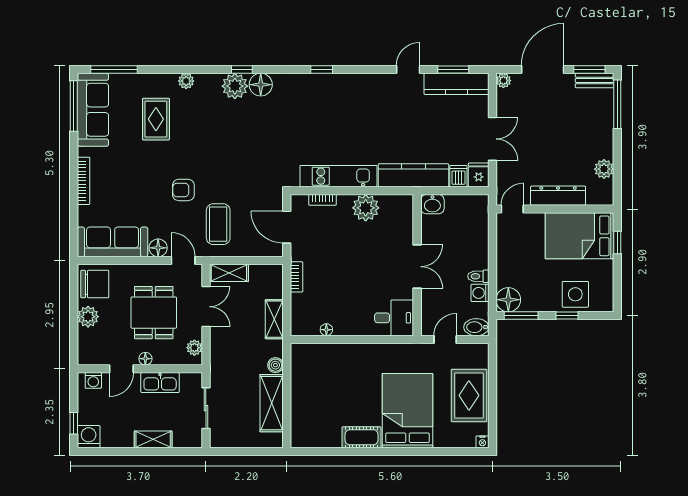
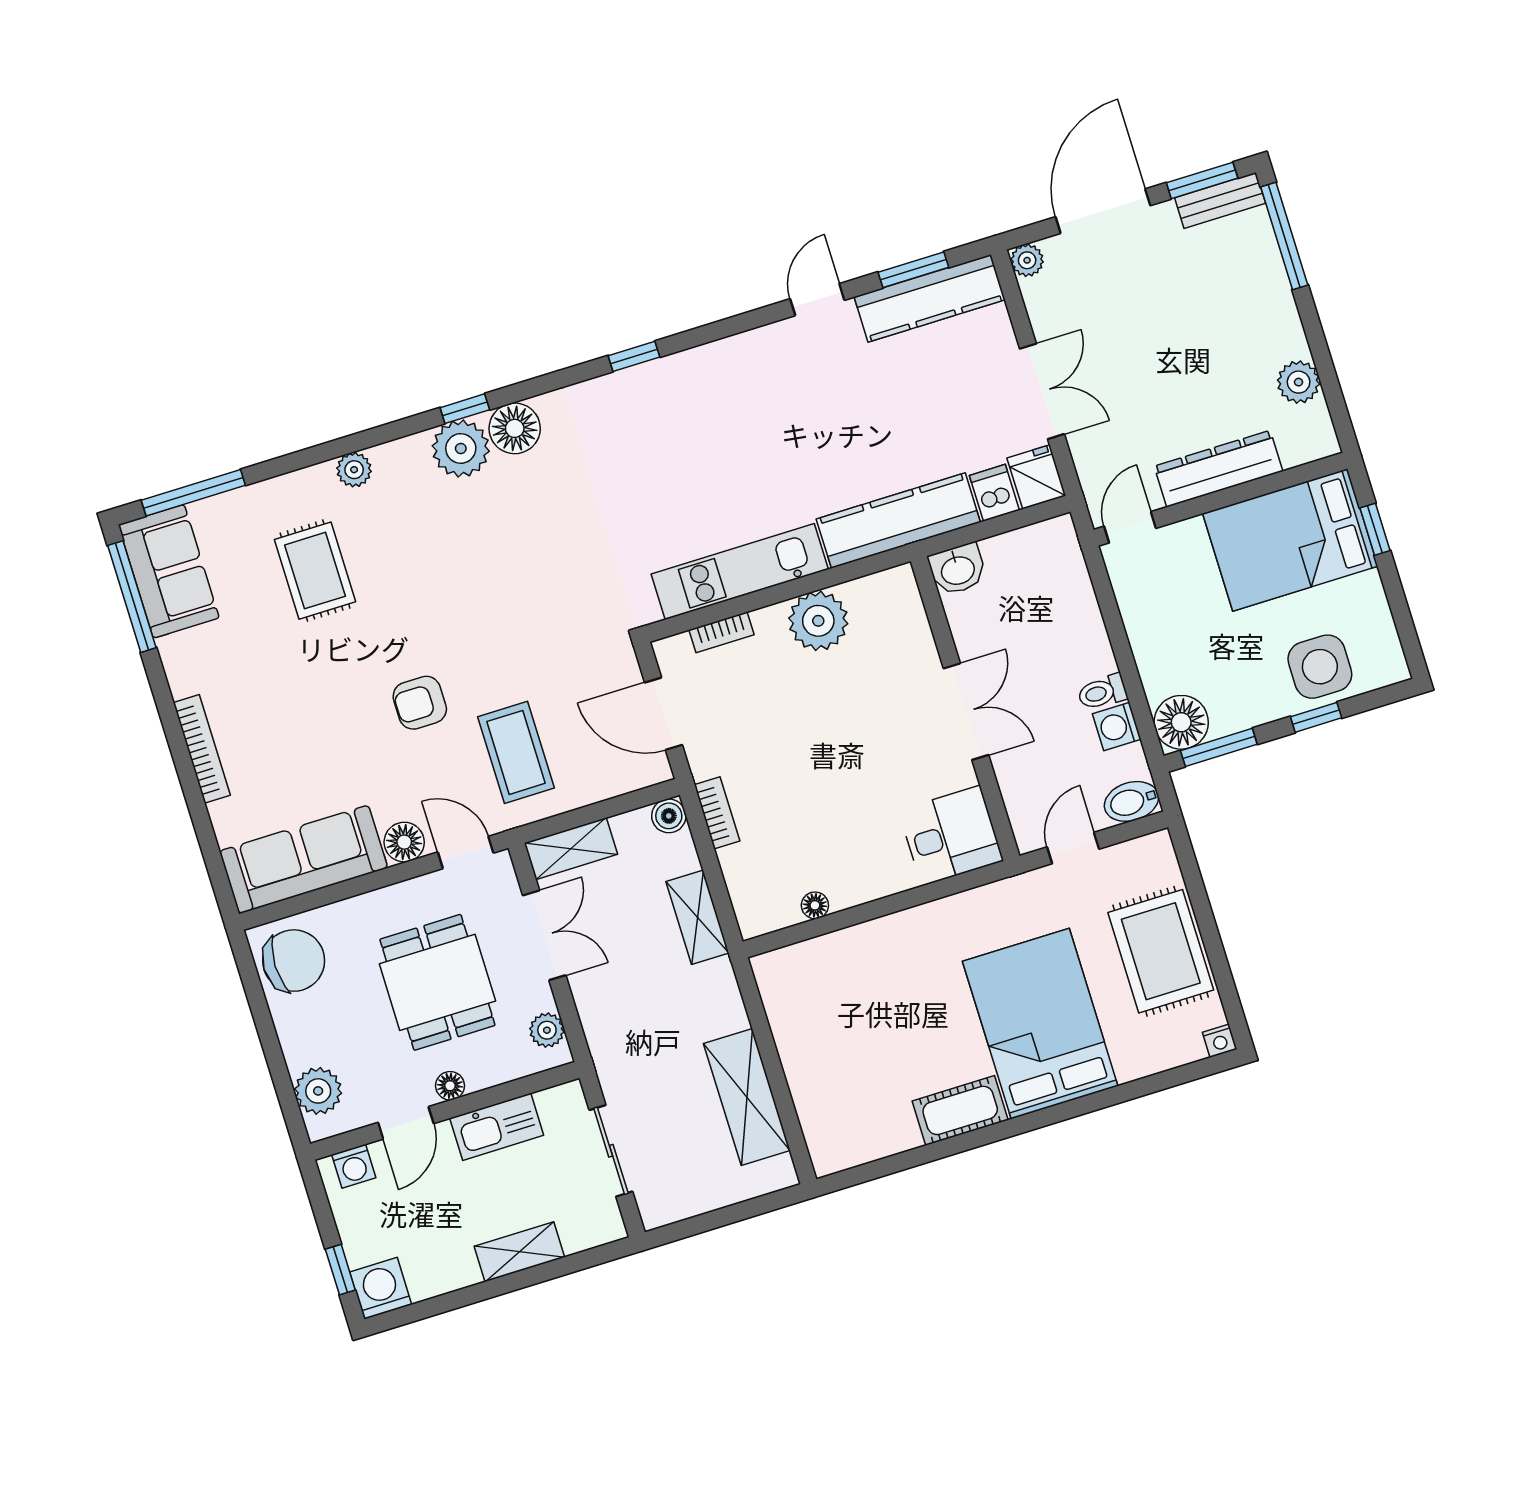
sofa: (93, 110) -> (169, 571), width x0.73
plant: (88, 317) -> (318, 1091), moved
boiler: (275, 365) -> (669, 816), moved

